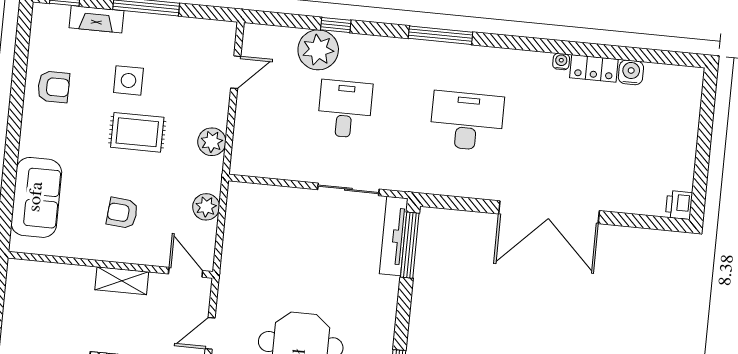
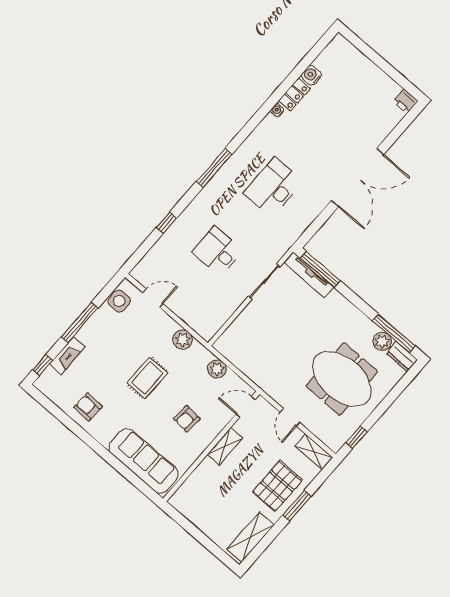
plant: (318, 50) -> (173, 243), removed
door: (236, 72) -> (153, 298), hinge flipped
side table: (128, 80) -> (119, 301), moved
armchair: (54, 87) -> (88, 407), turned -88
sofa: (36, 197) -> (144, 461), width x1.36

